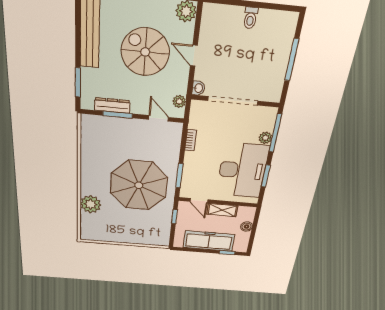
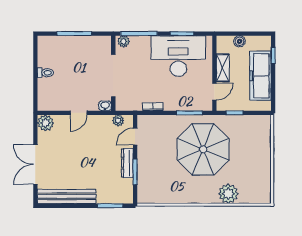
spiral stairs: (145, 52) -> (79, 152), removed
dresser: (112, 105) -> (127, 163), moved
plant: (265, 138) -> (124, 41), moved

